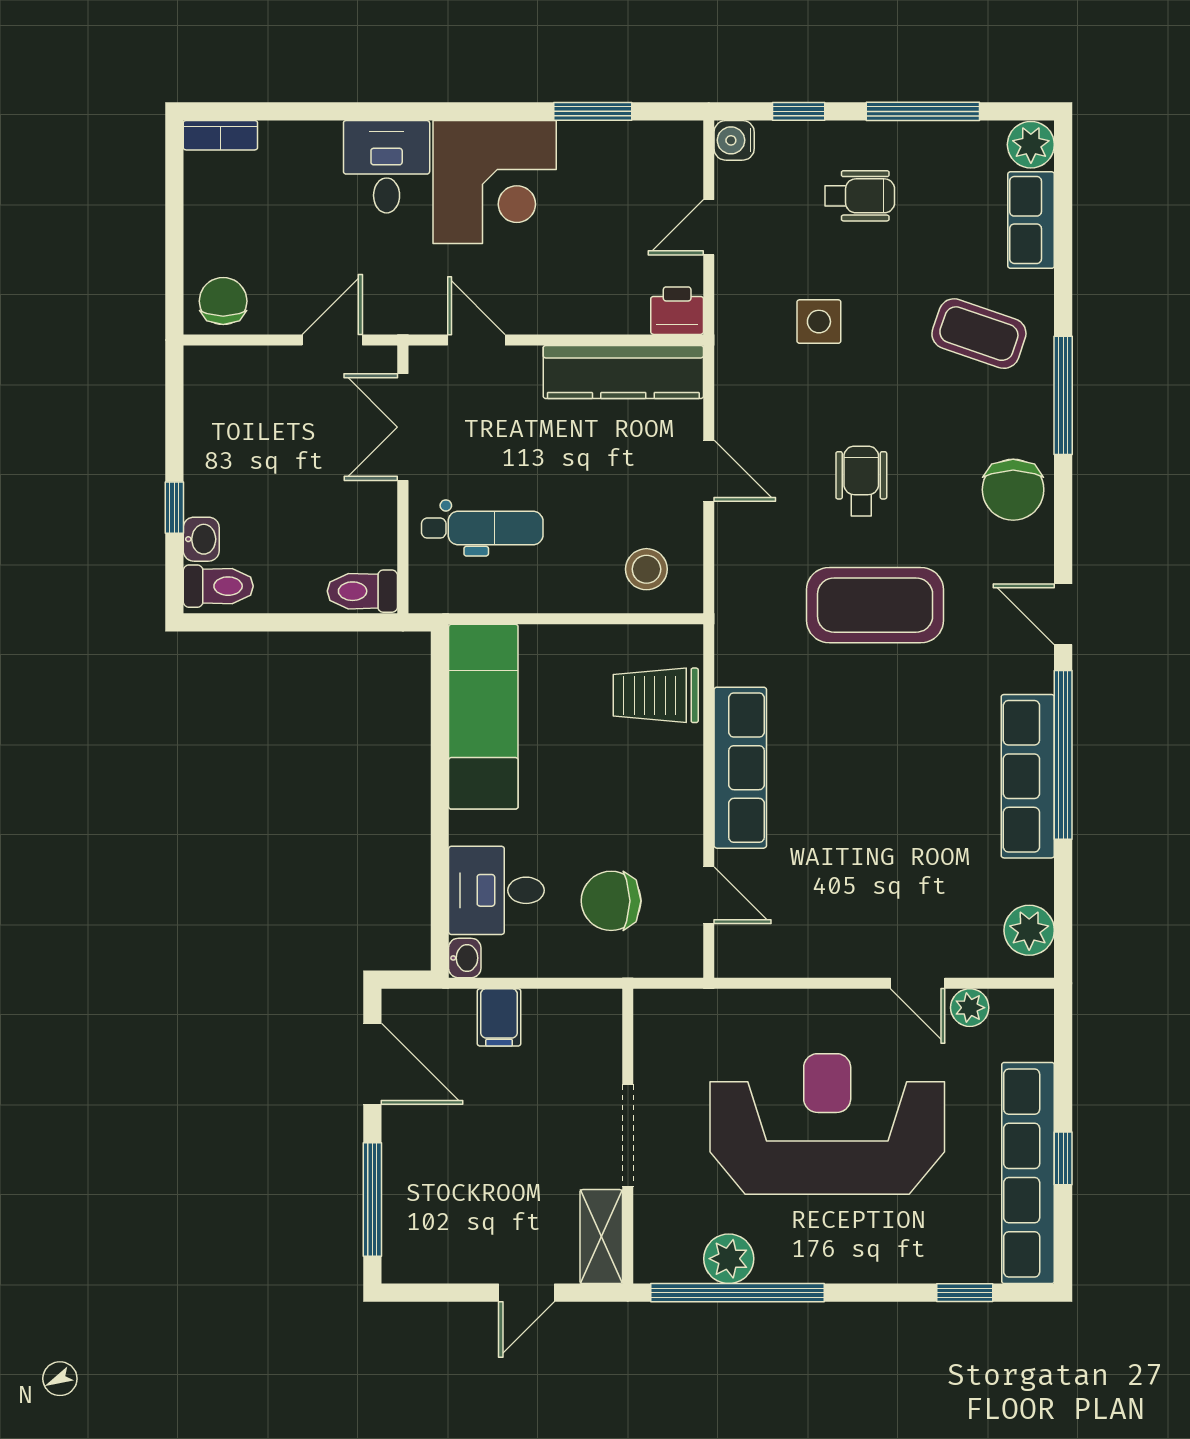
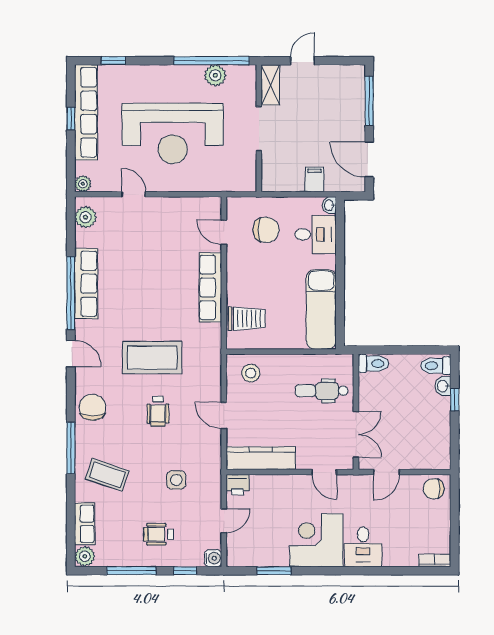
chair: (223, 301) -> (434, 489), turned 88
plant: (970, 1008) -> (83, 184), moved

